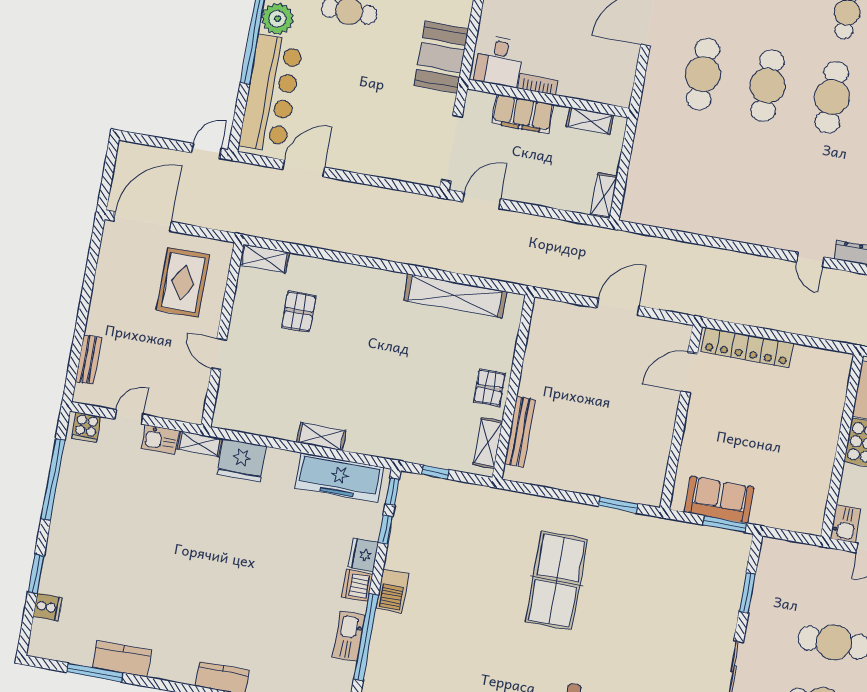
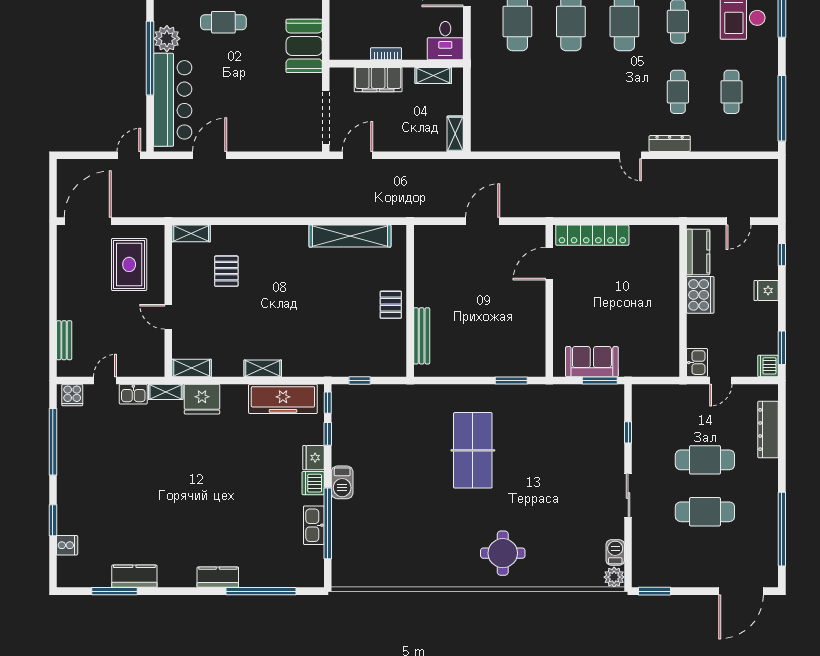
desk: (499, 61) -> (445, 41), moved
shelving: (488, 443) -> (192, 368), moved, turned 90
window: (747, 593) -> (628, 432), width x0.67

